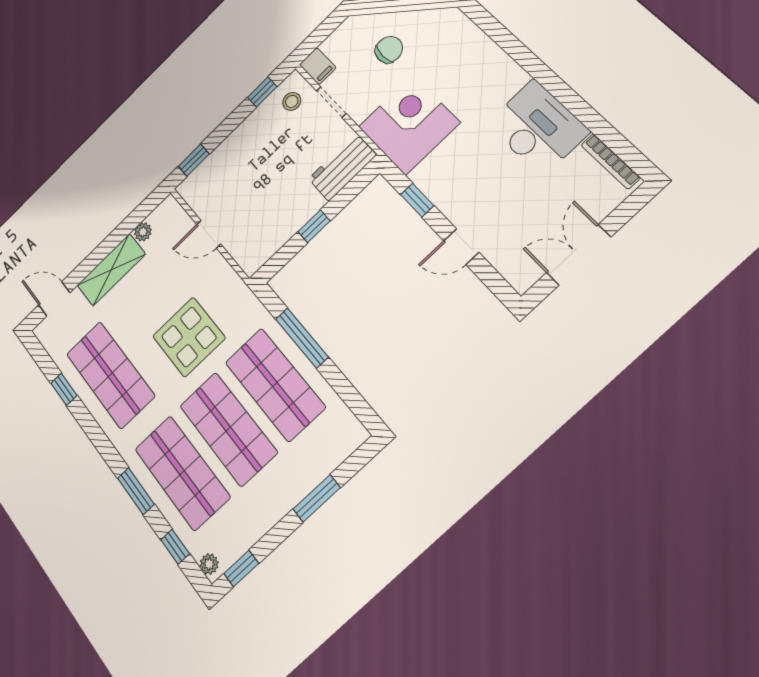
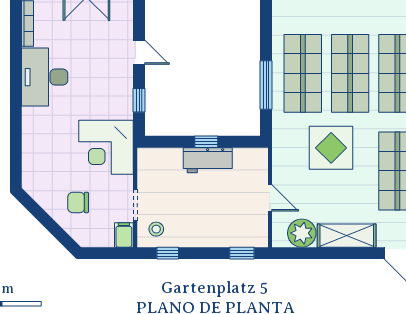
workbench: (342, 167) -> (208, 160), moved
plant: (143, 232) -> (302, 233), width x1.87, depth x1.87

